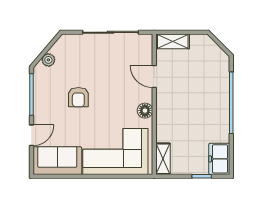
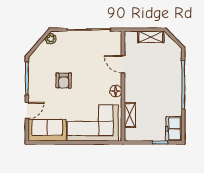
shelving: (173, 41) -> (151, 37), moved
plant: (48, 60) -> (51, 39), moved
shelving: (163, 159) -> (130, 115), moved

